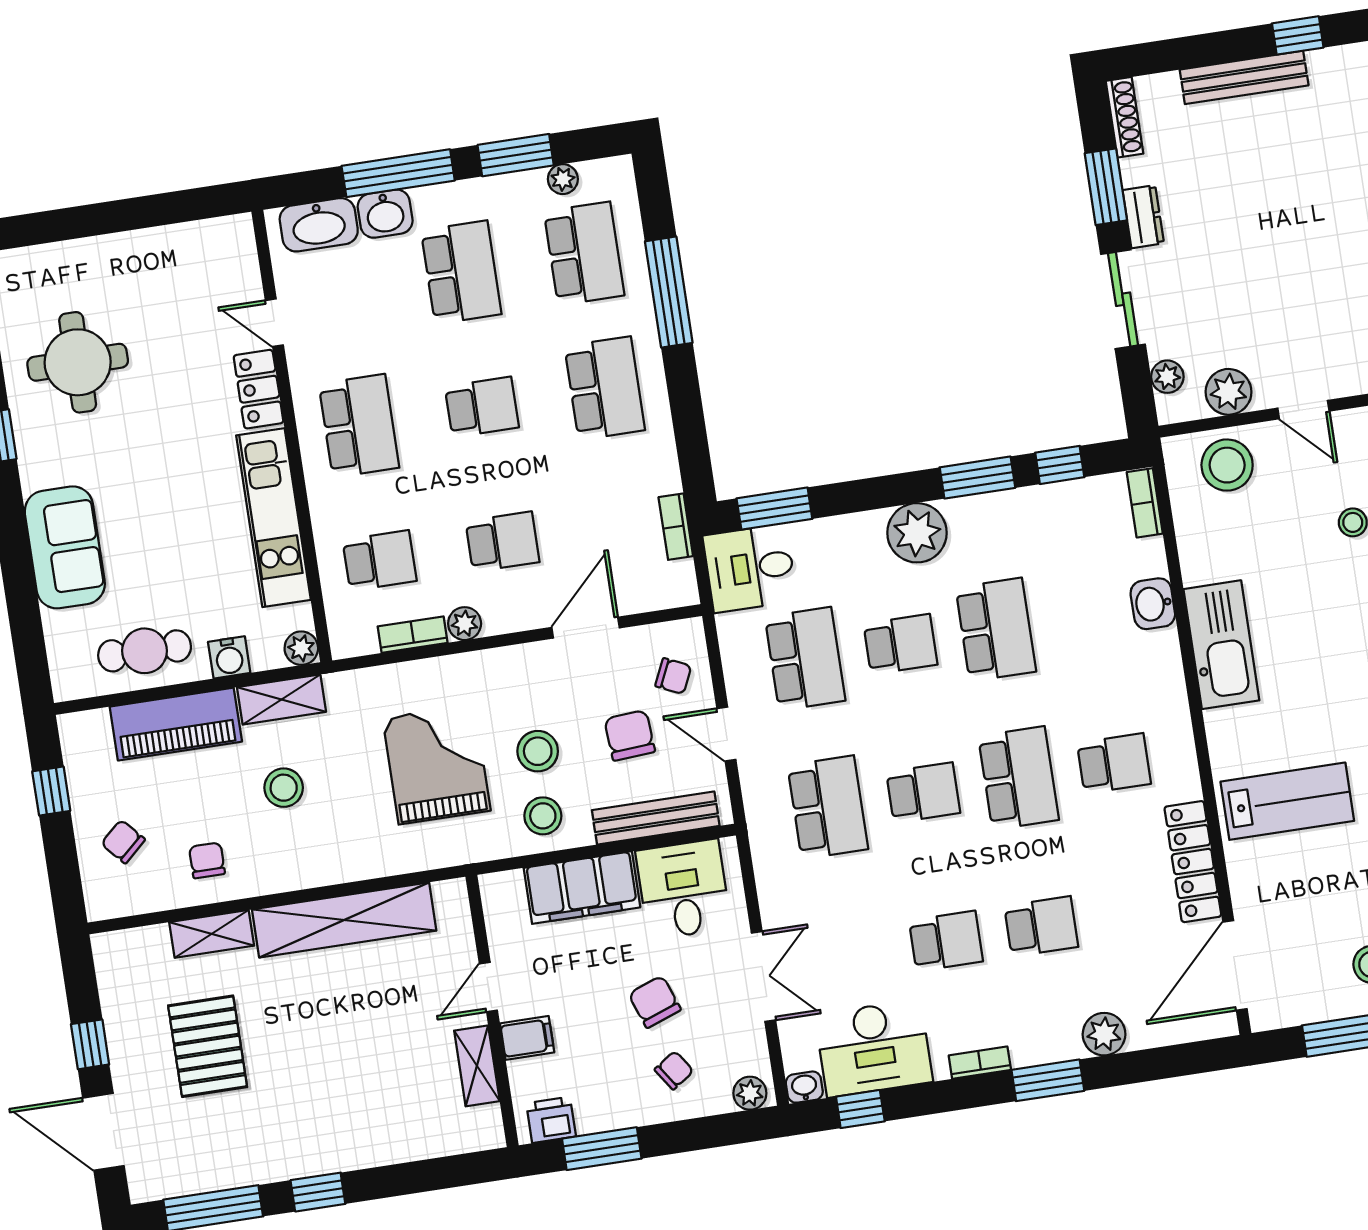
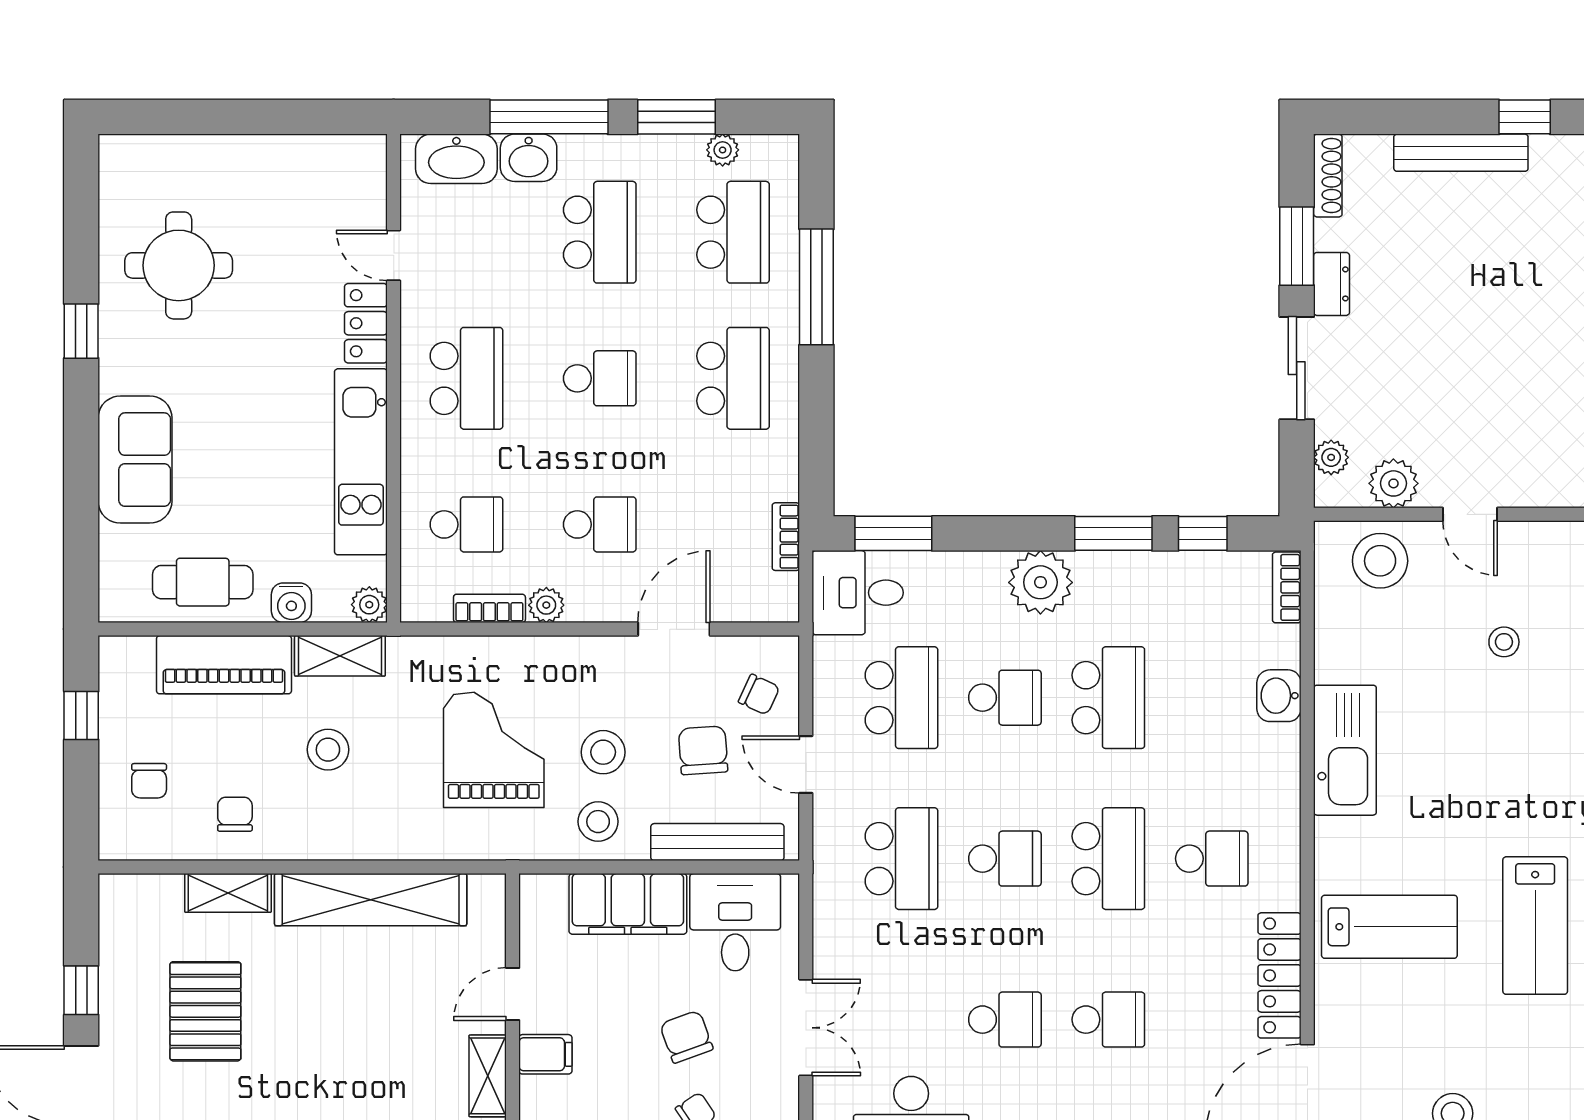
chair: (123, 842) -> (149, 781), turned -138

